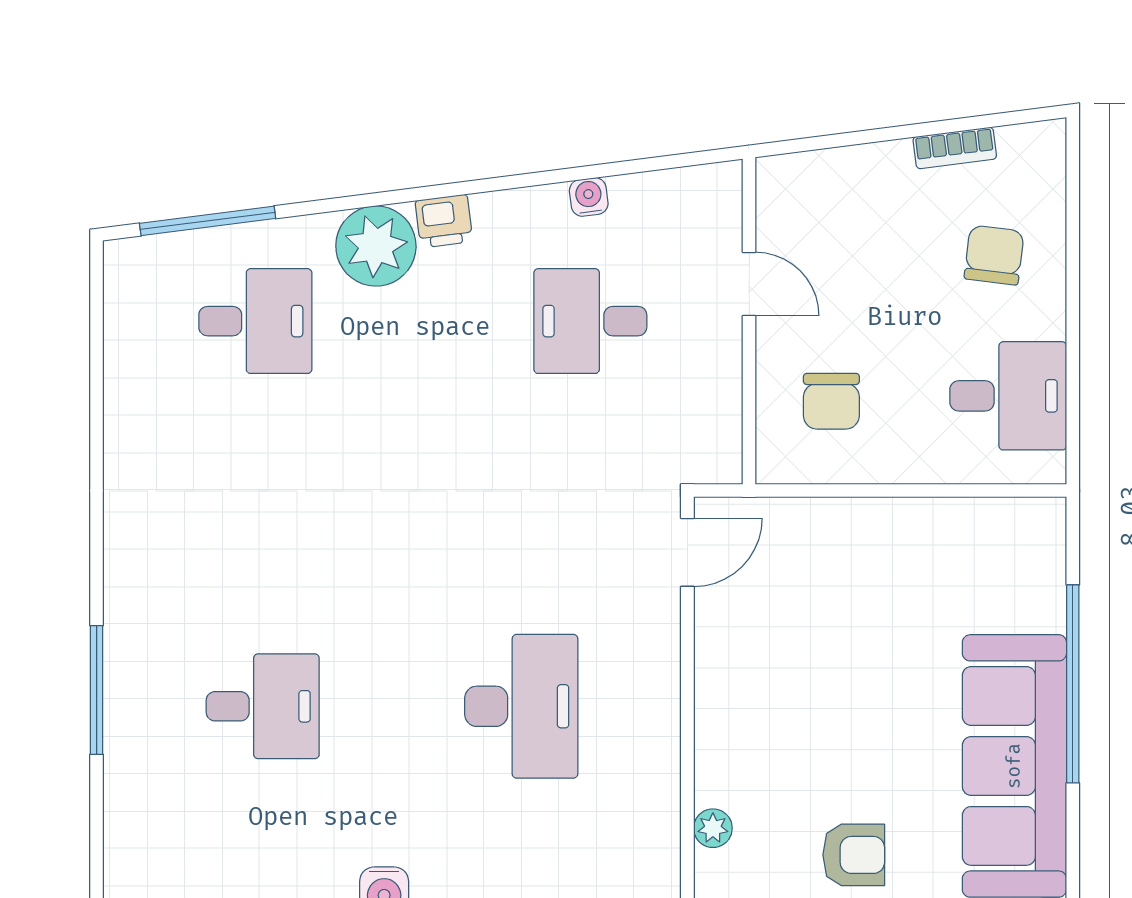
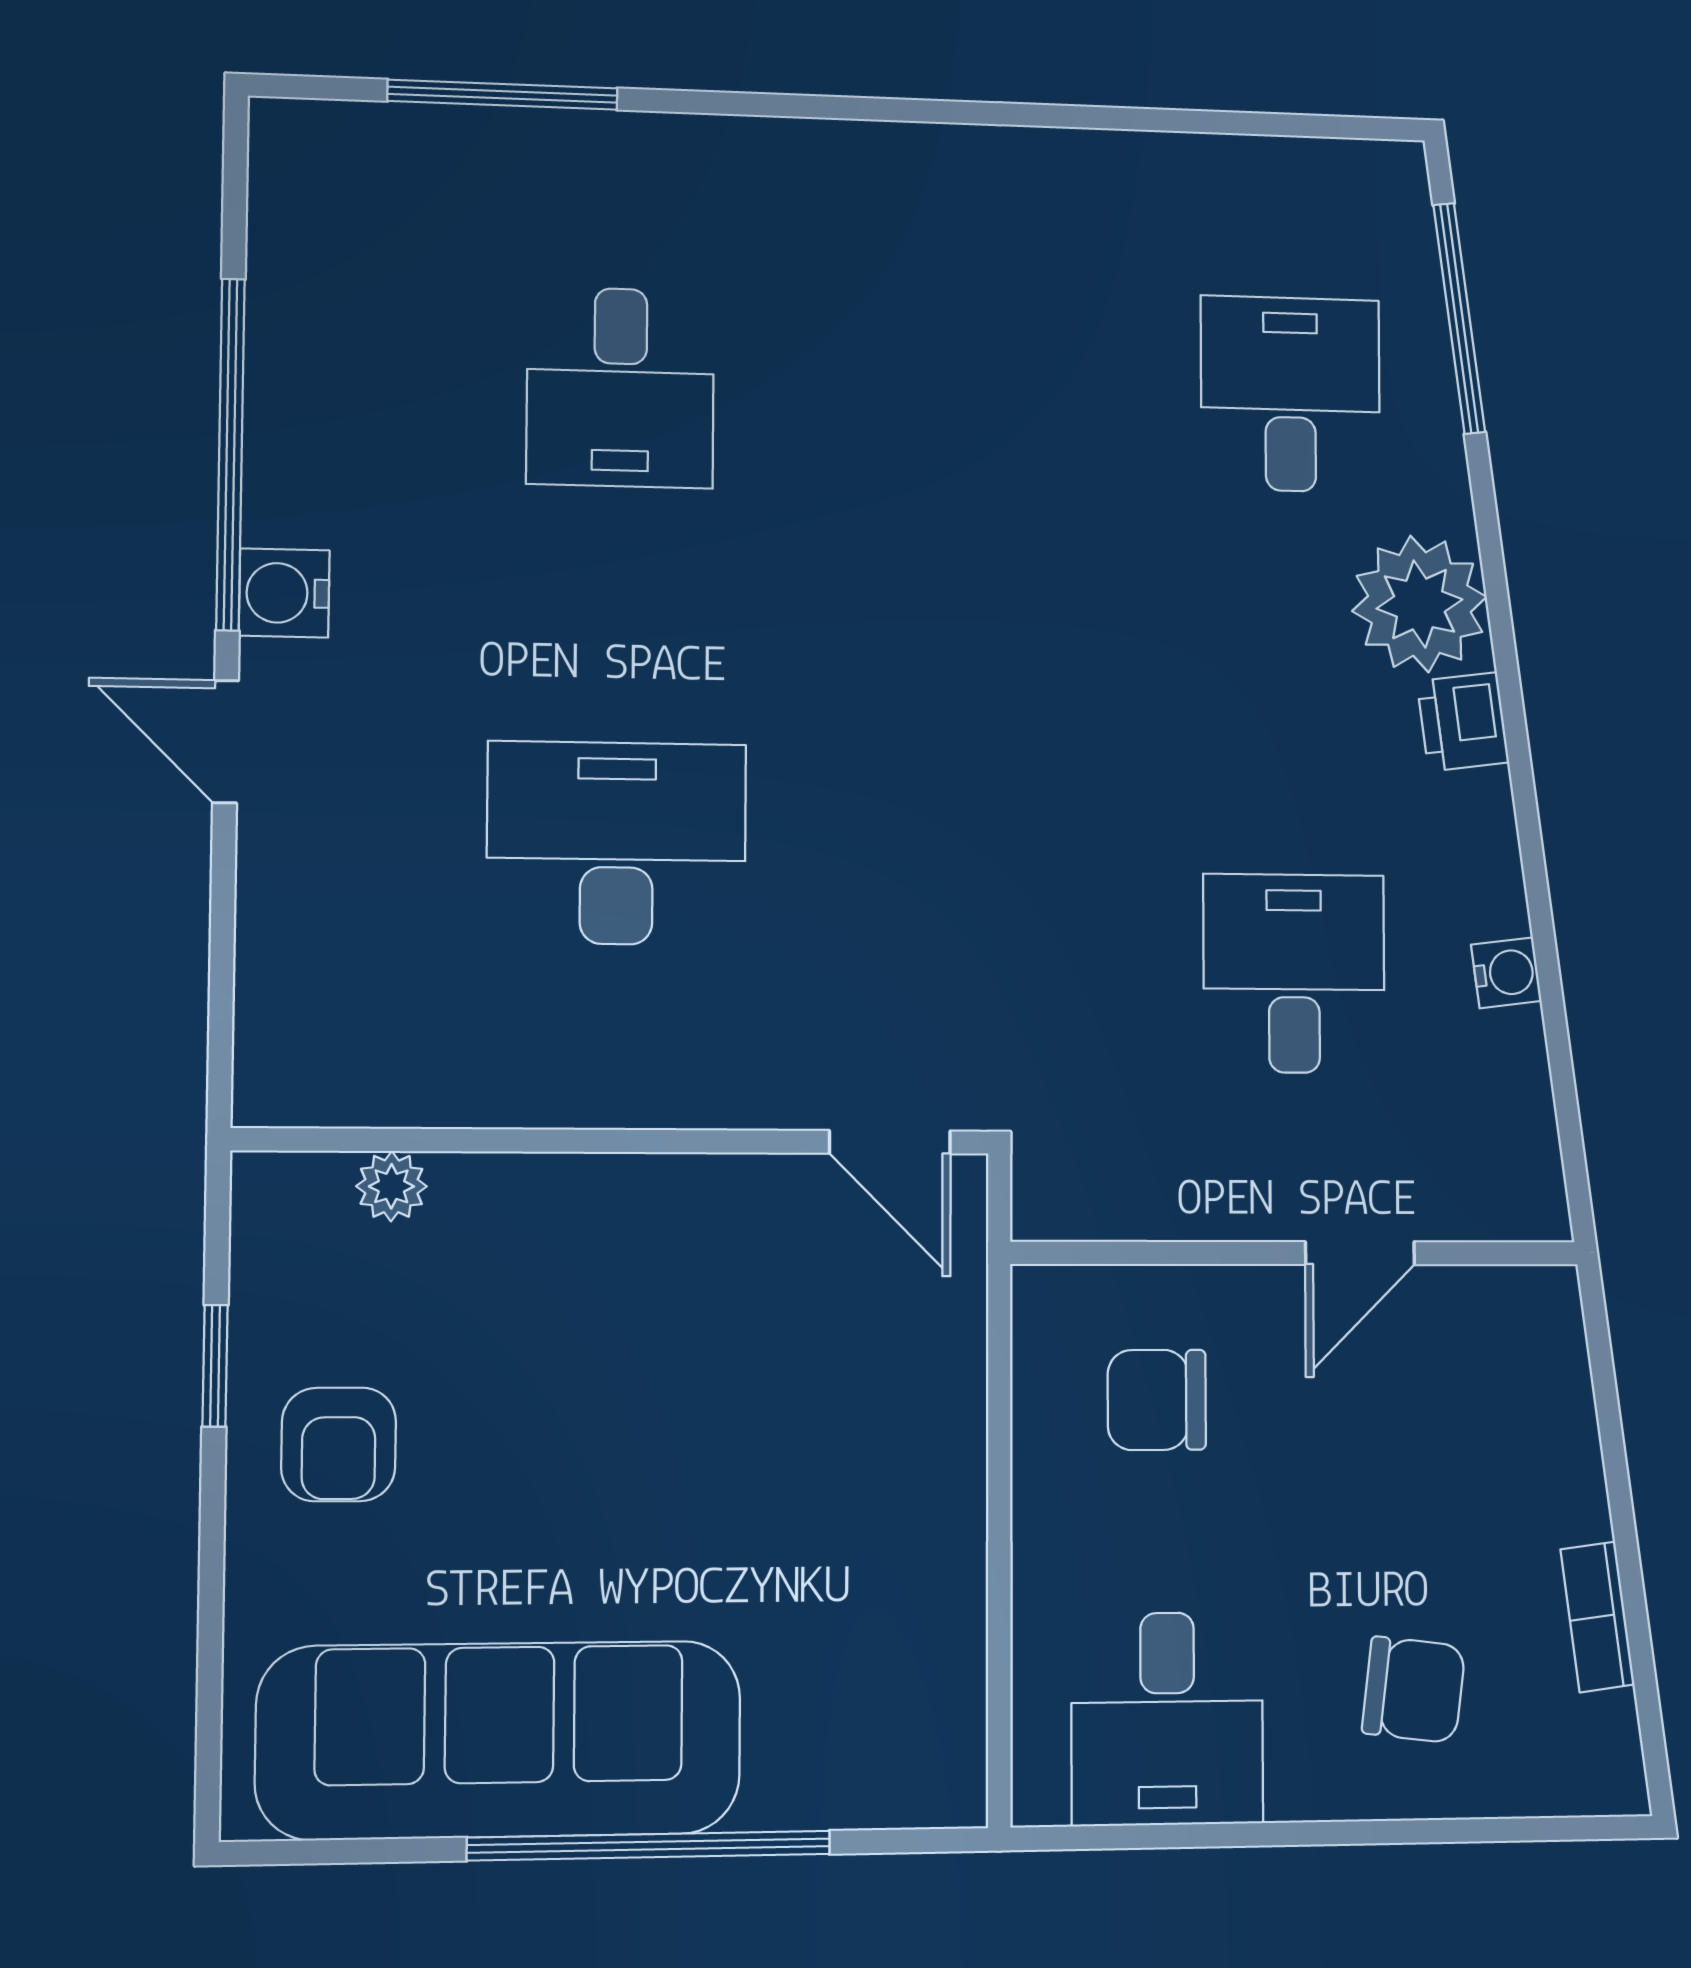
desk: (255, 321) -> (1290, 394), turned 180
window: (97, 690) -> (503, 95), moved
desk: (521, 706) -> (617, 843), turned 180

